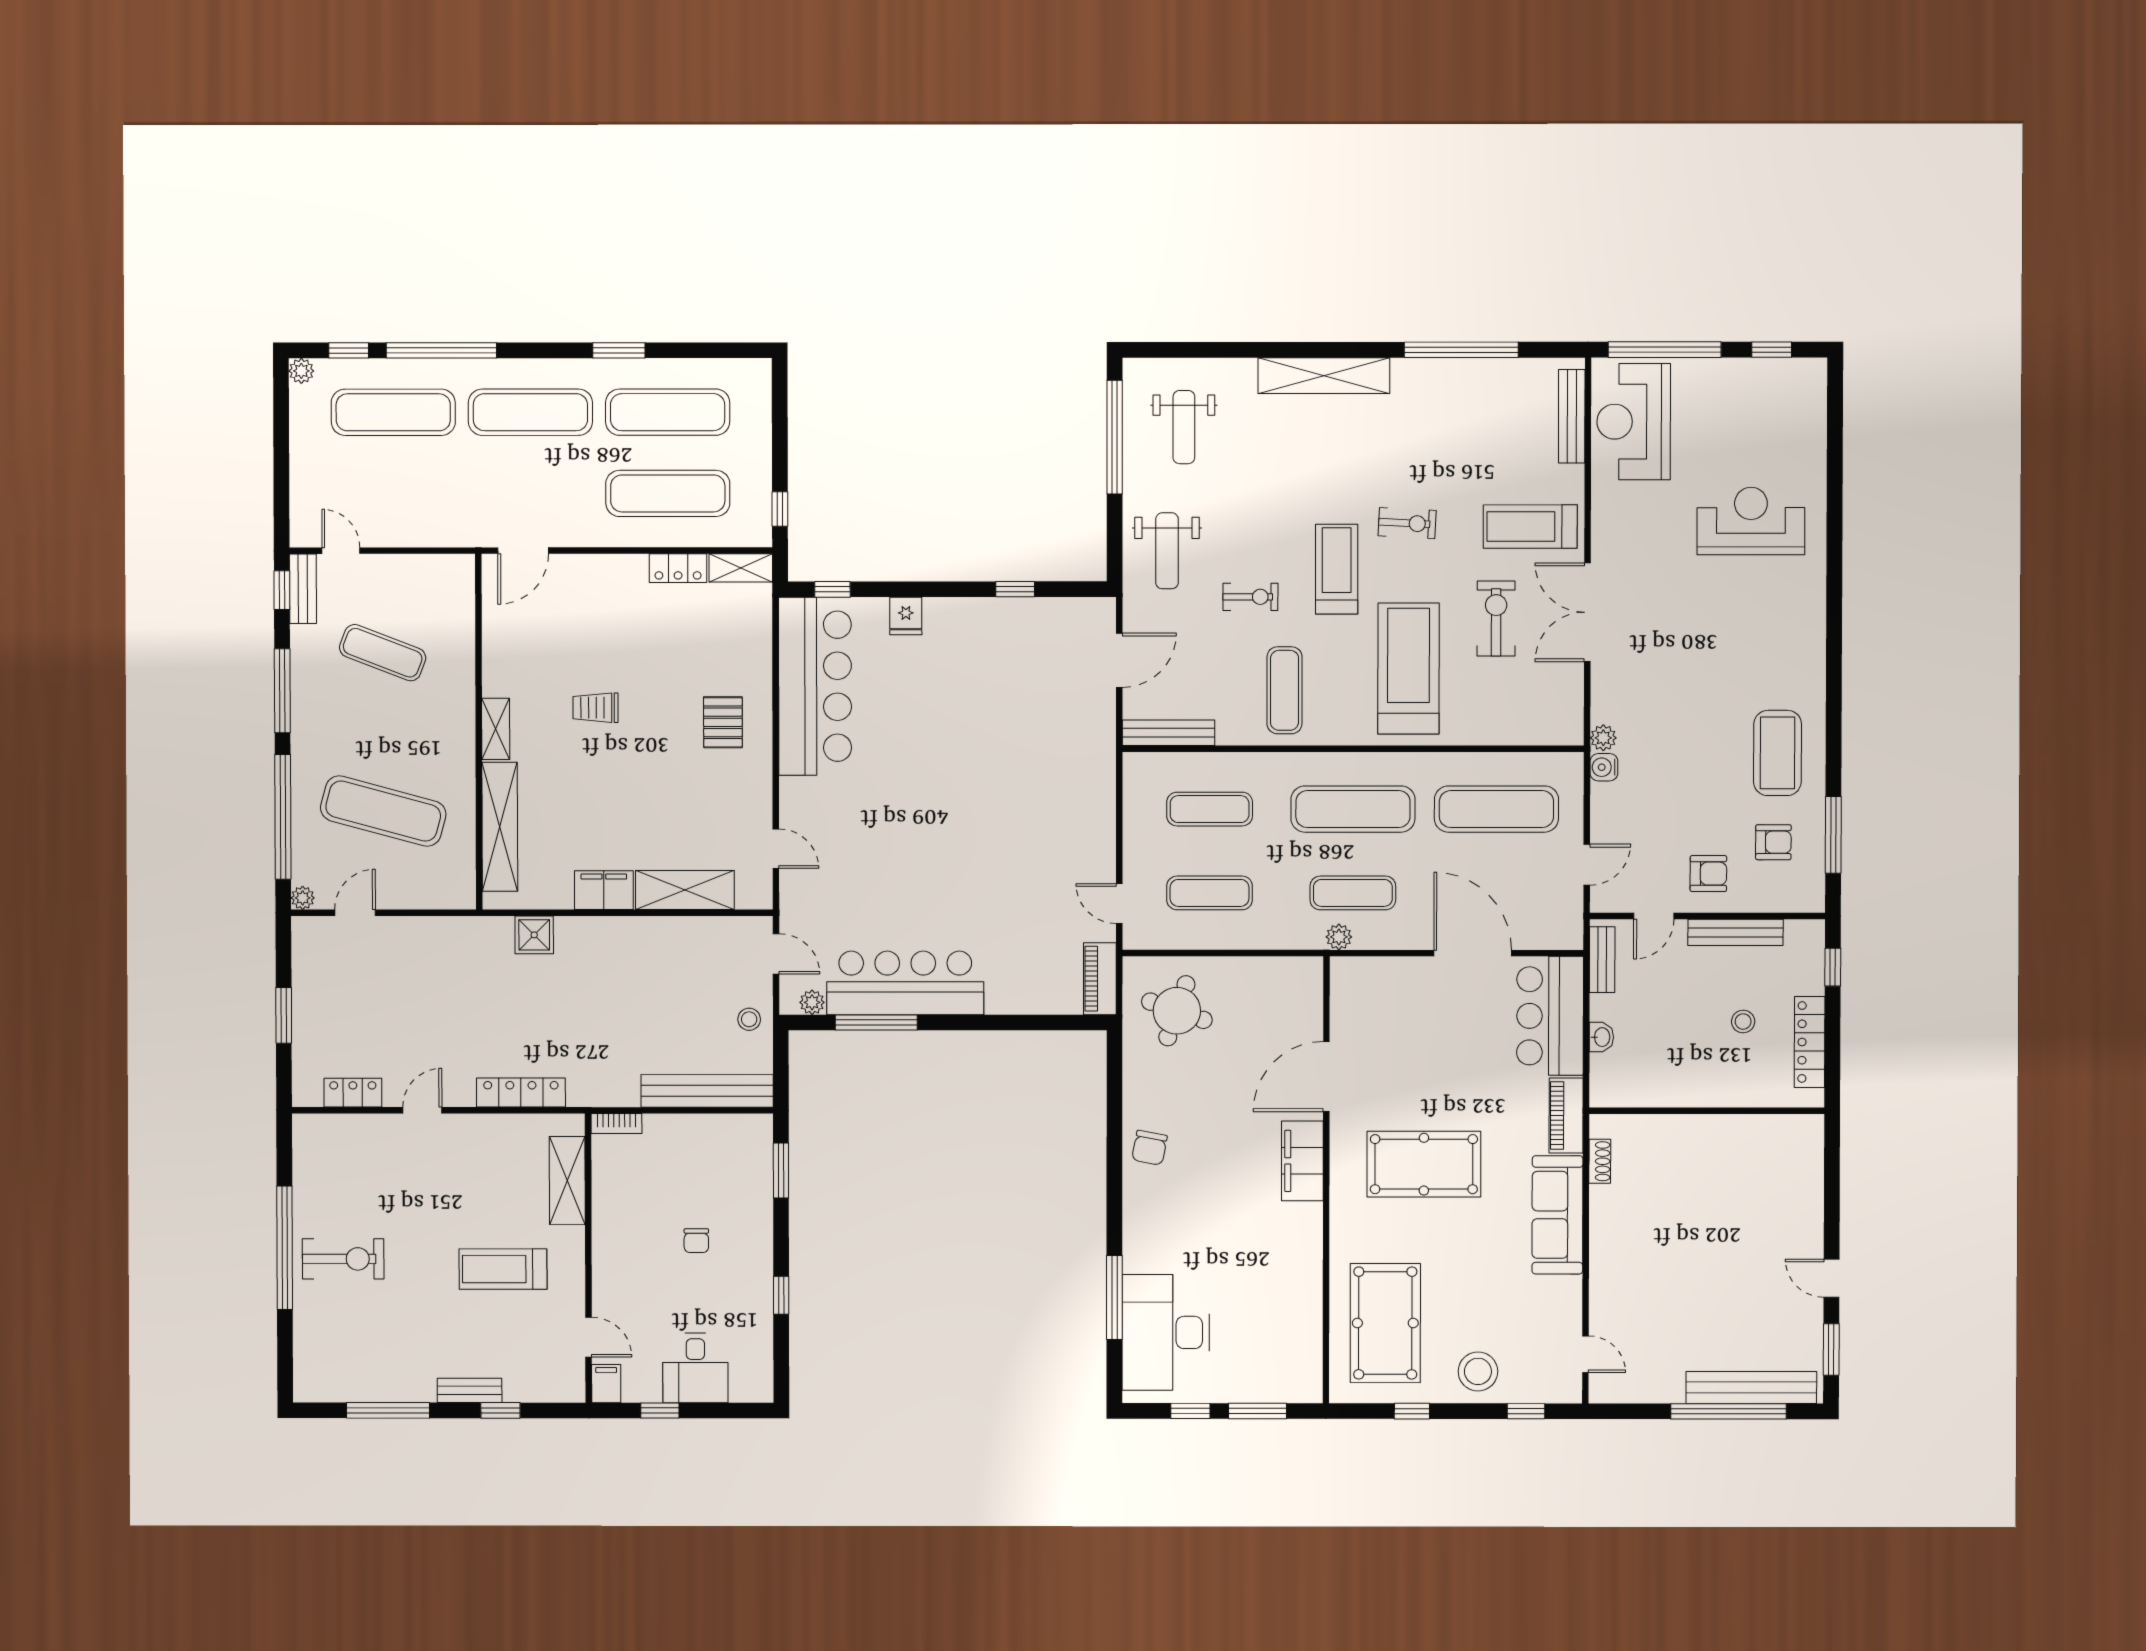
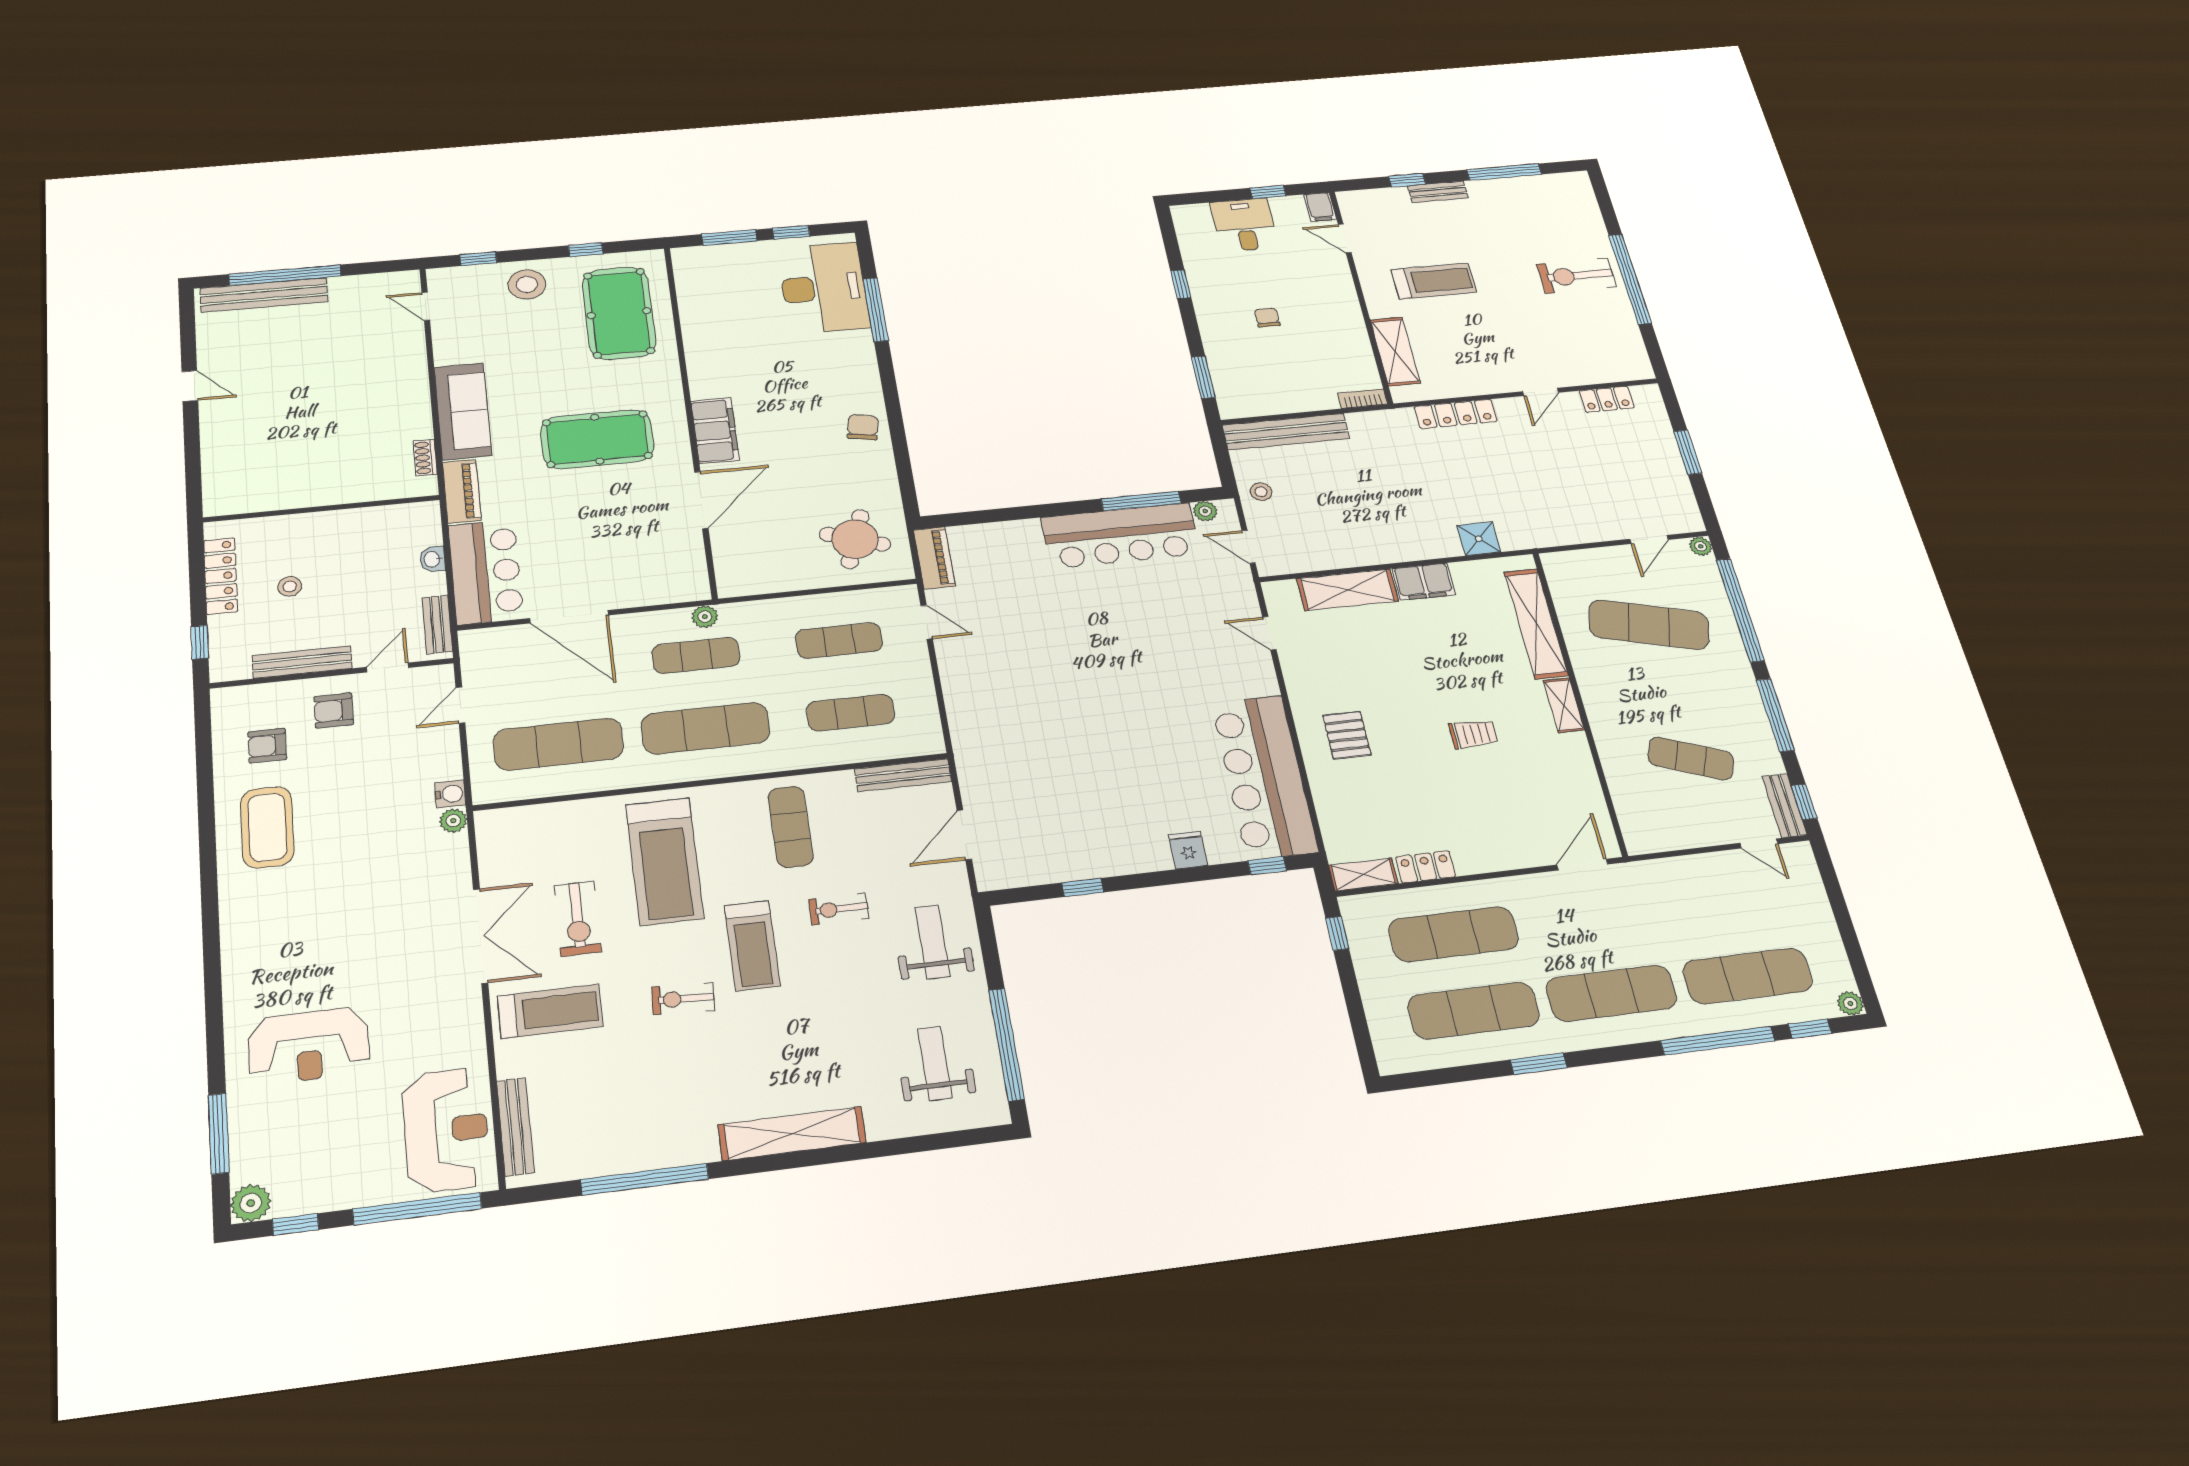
plant: (1810, 375) -> (251, 1203), added
window: (1833, 835) -> (219, 1134), moved
window: (1831, 1349) -> (188, 331), removed

